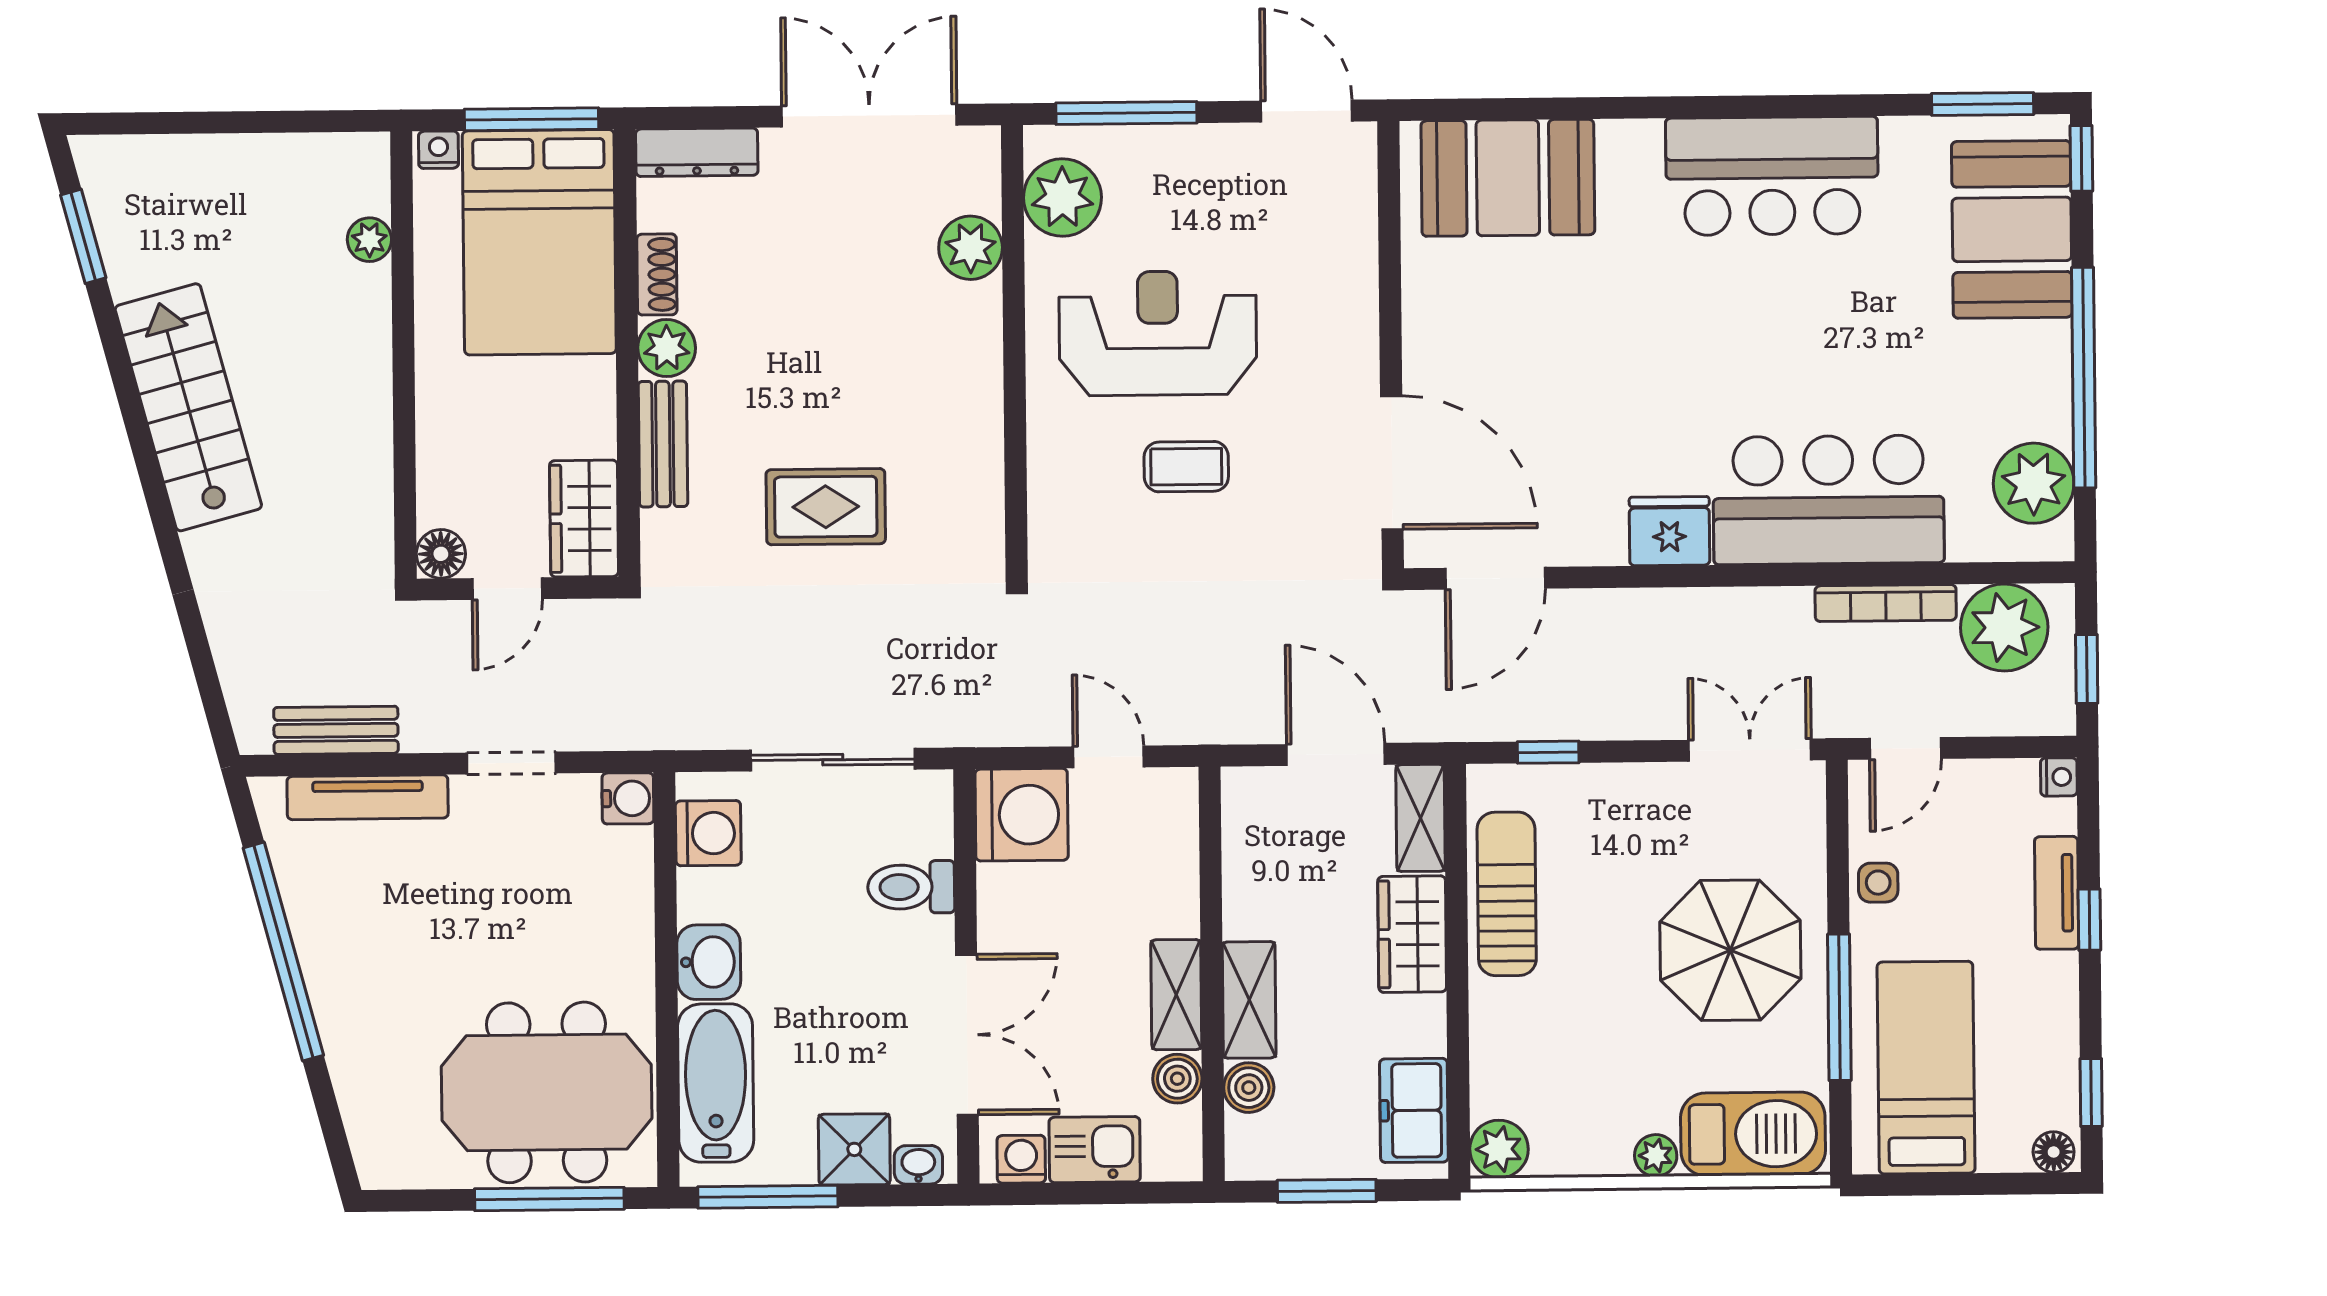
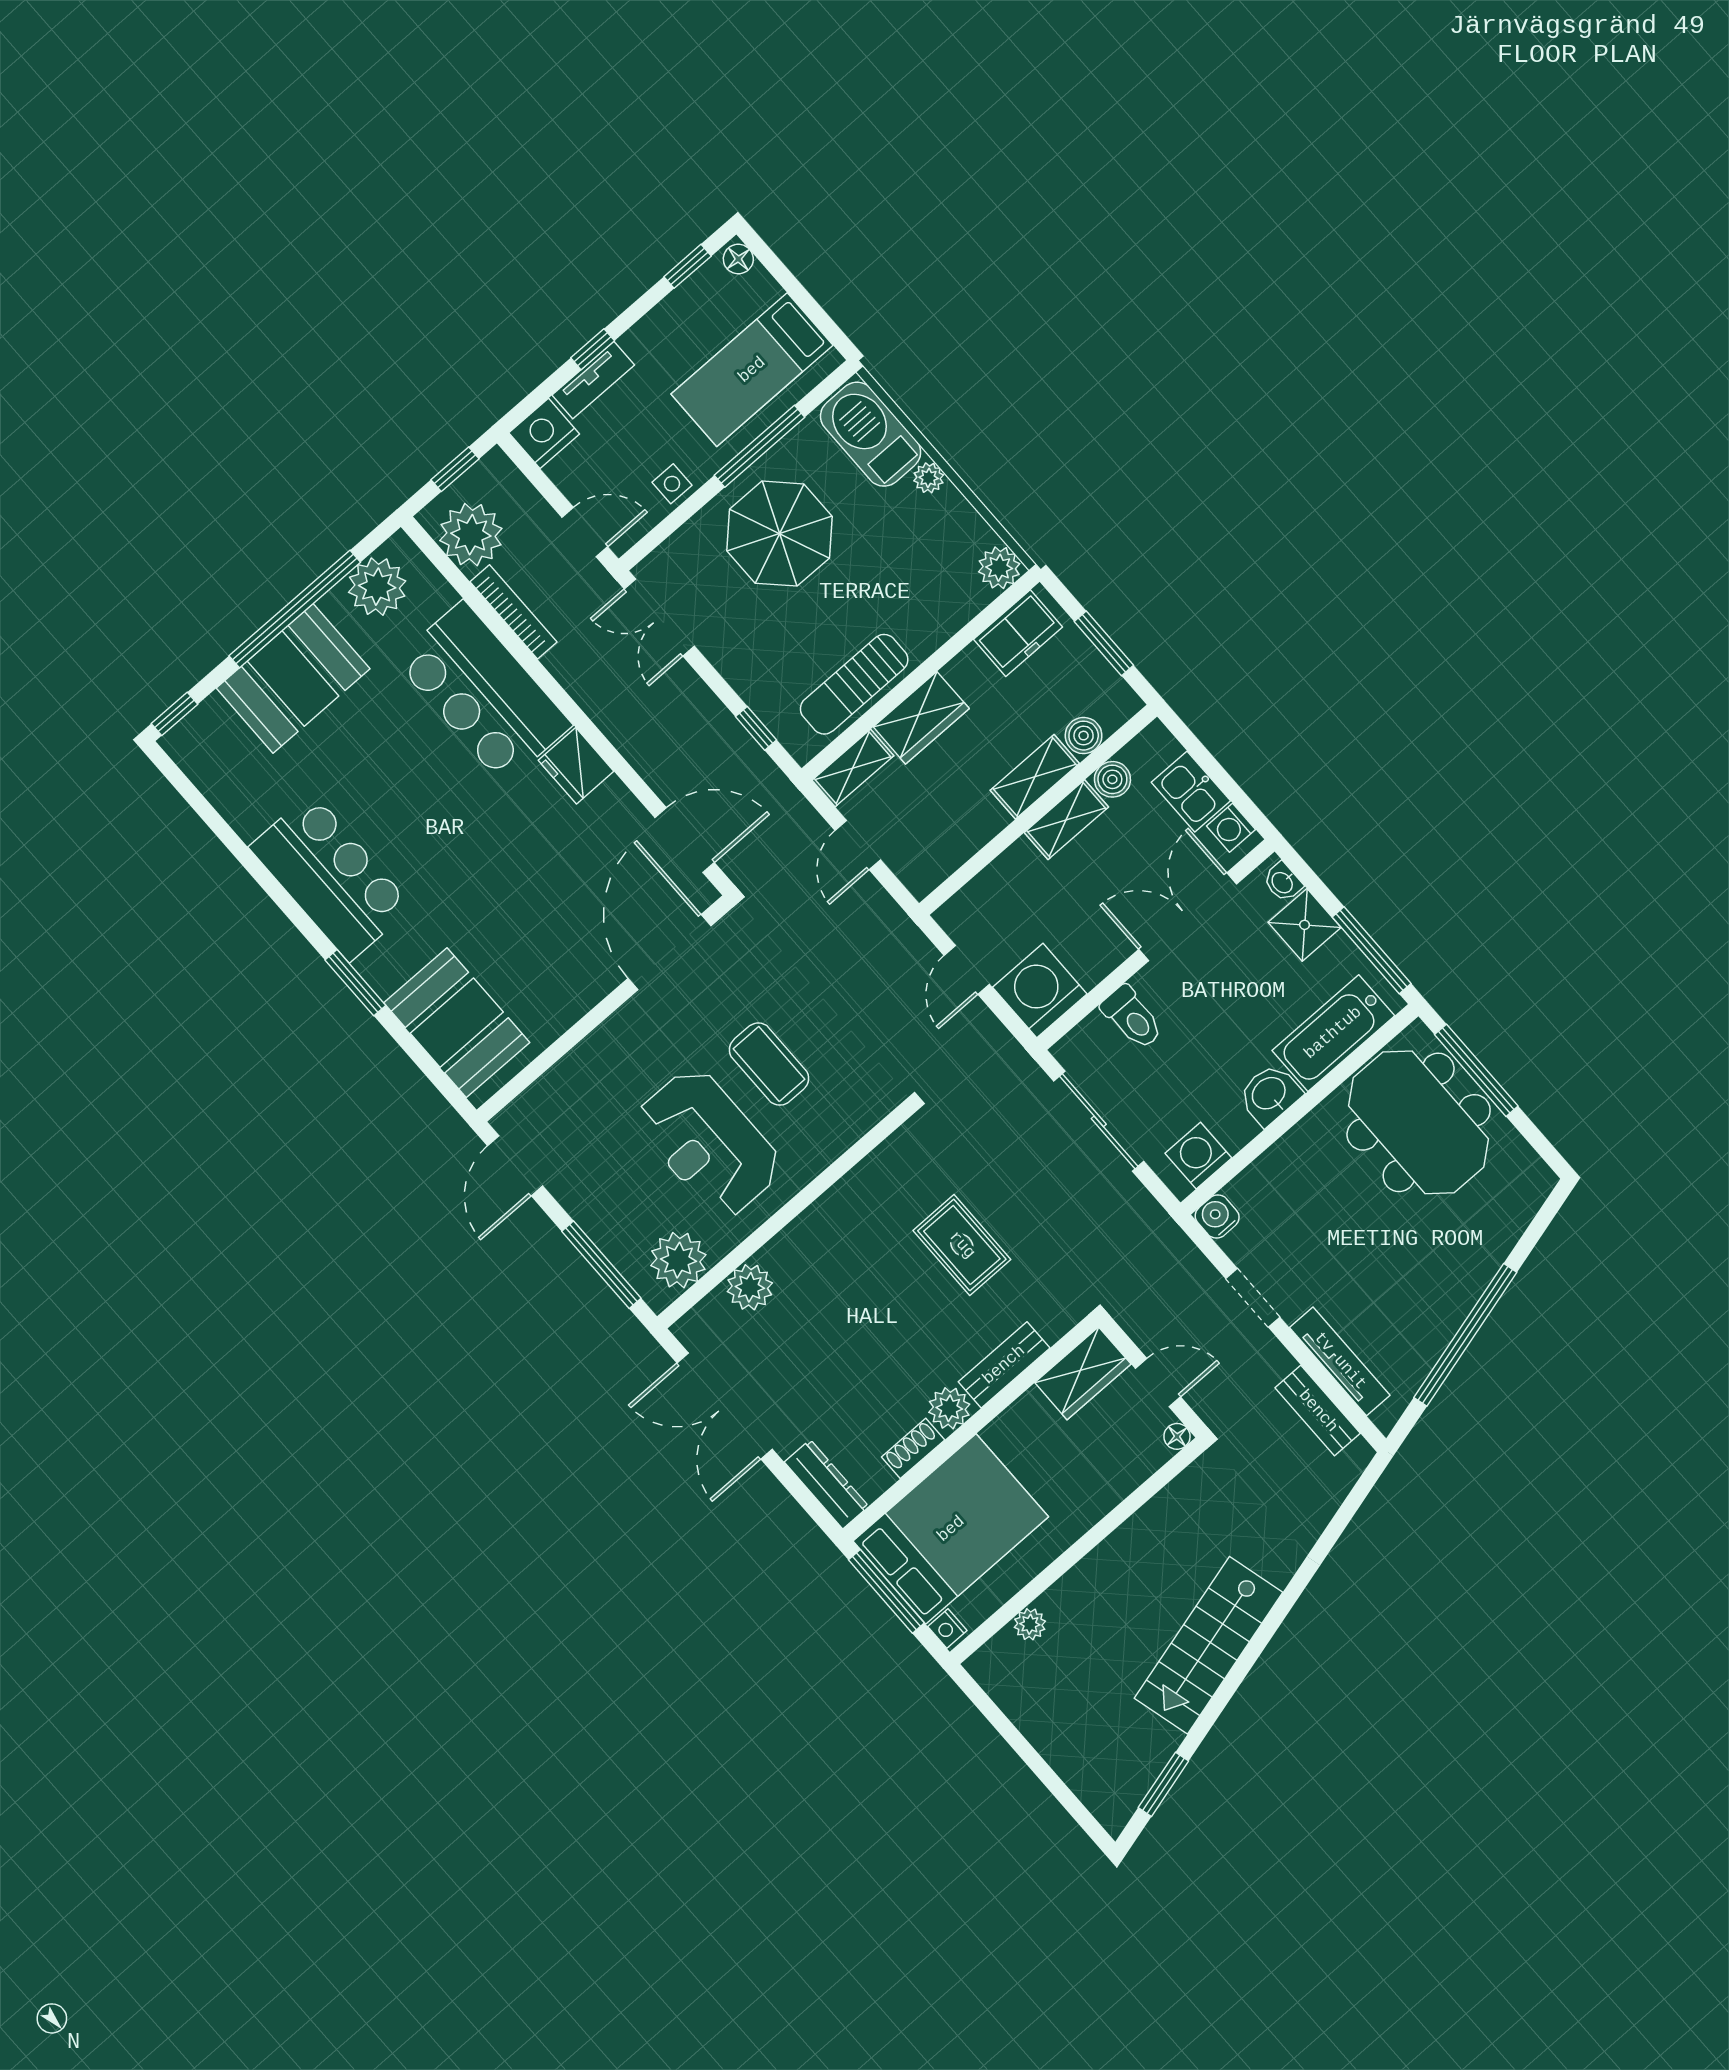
window: (1983, 104) -> (355, 983), moved
booth: (2012, 229) -> (293, 678), moved
coffee table: (1186, 467) -> (769, 1064), width x1.36, depth x1.30
floor lamp: (441, 554) -> (1177, 1436), width x0.73, depth x0.73
door: (1336, 754) -> (858, 845), width x0.73
nightstand: (2059, 777) -> (544, 433), width x1.89, depth x1.79

